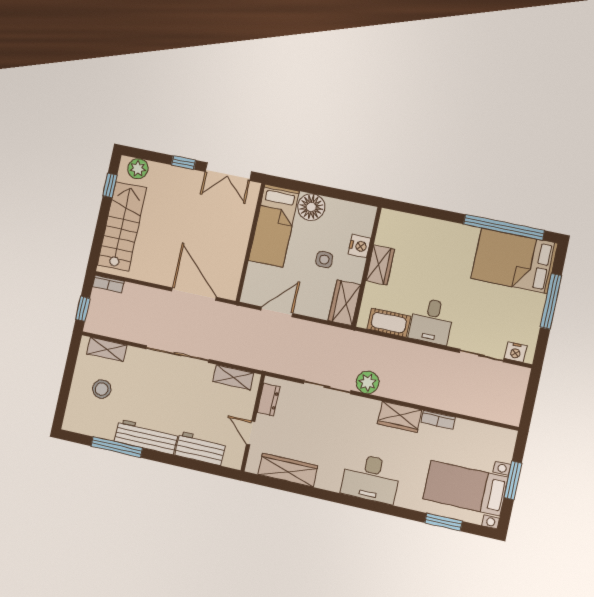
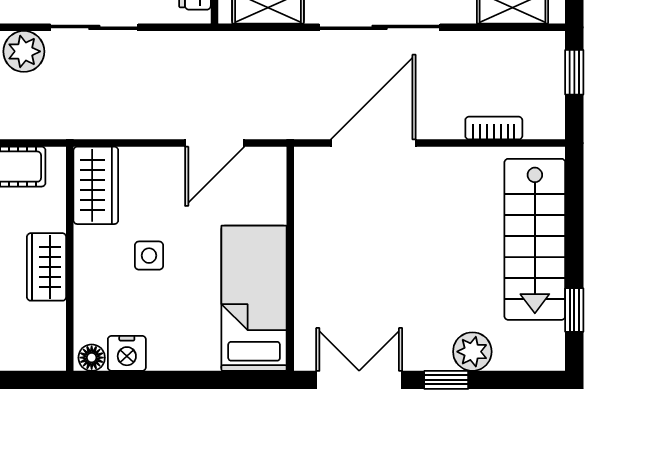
plant: (138, 169) -> (472, 352), moved
floor lamp: (311, 207) -> (92, 358), moved, width x0.53, depth x0.53
nightstand: (359, 246) -> (127, 353), moved, turned -90
bookcase: (108, 284) -> (494, 128), moved
door: (194, 294) -> (373, 143), swing flipped

